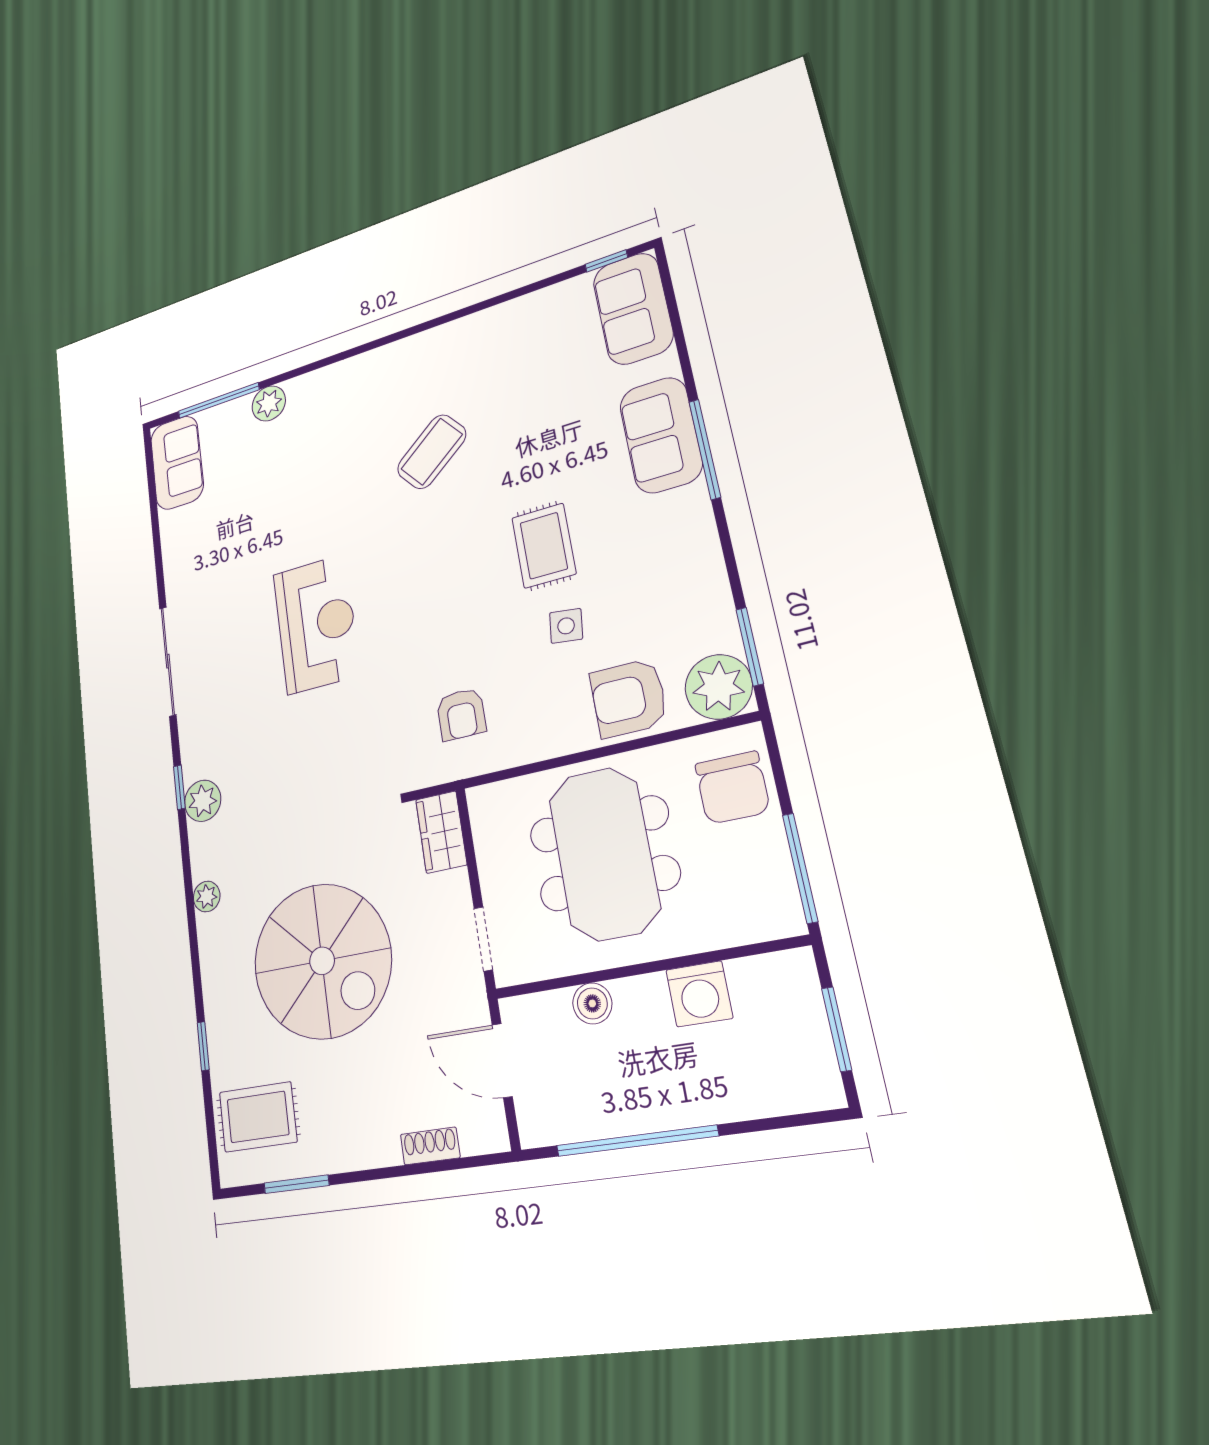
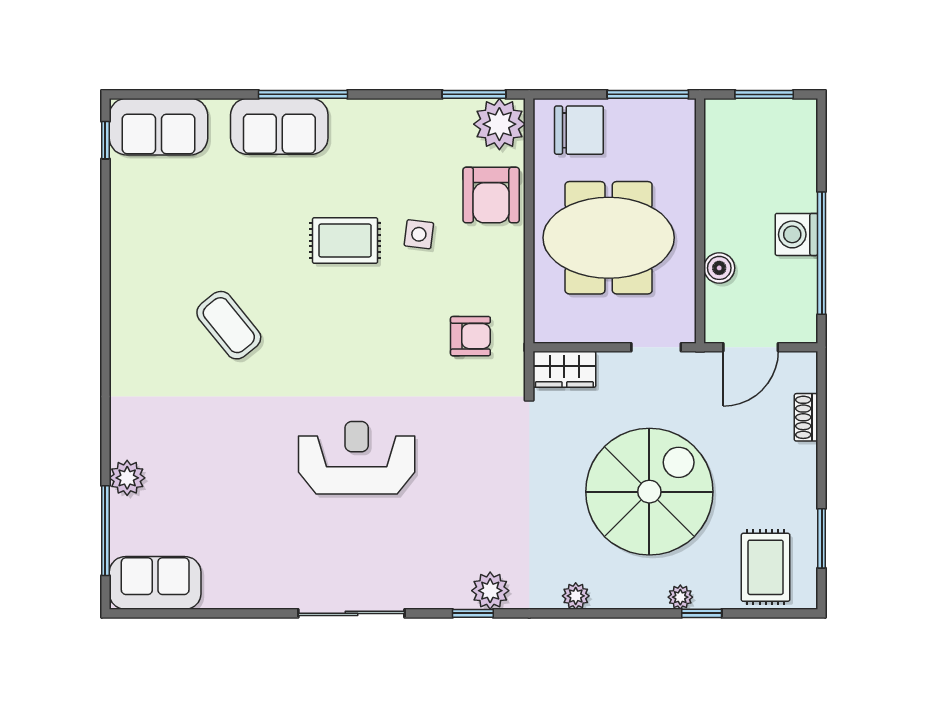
washing machine: (699, 994) -> (796, 234), moved, turned 180
plant: (217, 1018) -> (680, 597), added

